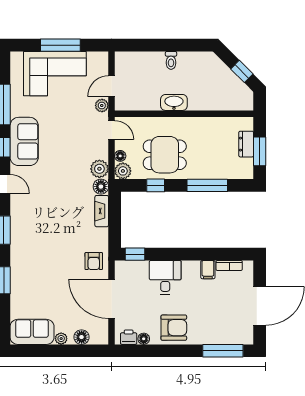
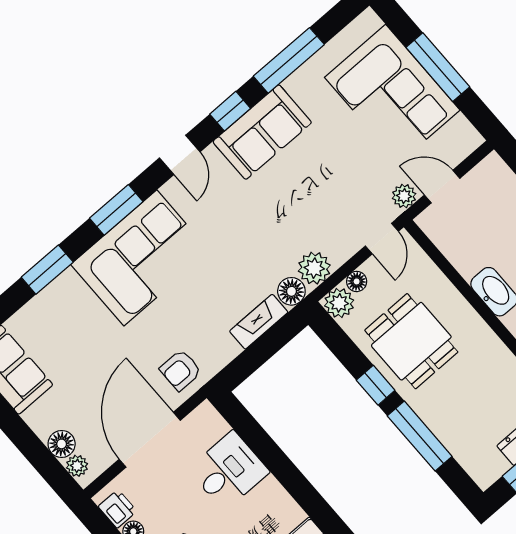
window: (156, 185) -> (376, 385), moved
corner sofa: (33, 237) -> (140, 258), added
window: (135, 254) -> (239, 419), removed
desk: (165, 277) -> (229, 471), moved
plant: (61, 339) -> (77, 466), moved

